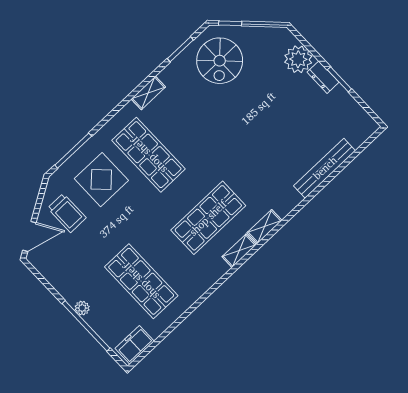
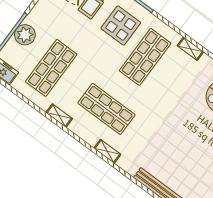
shelving: (239, 251) -> (59, 116), moved
plant: (82, 308) -> (25, 35), width x1.88, depth x1.88

